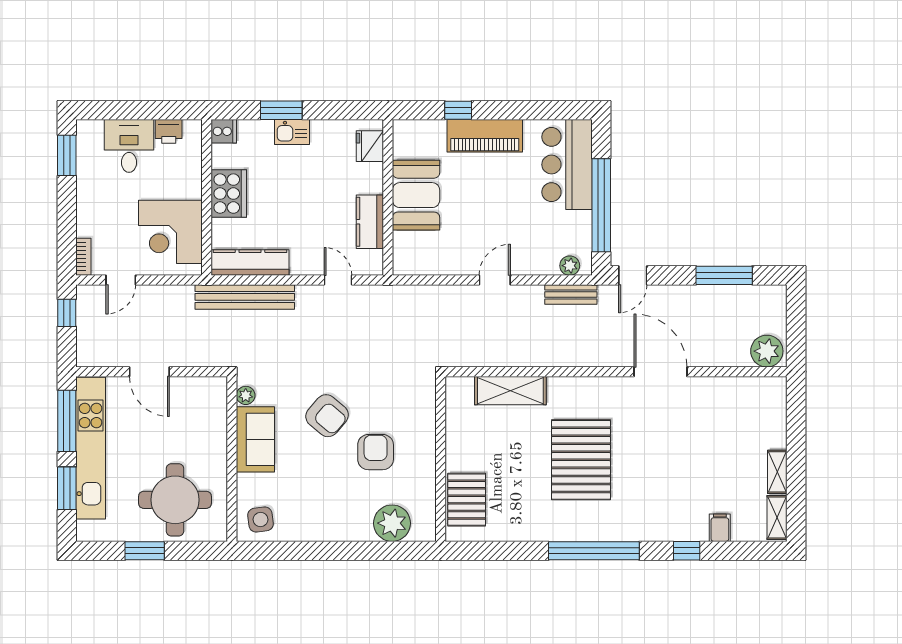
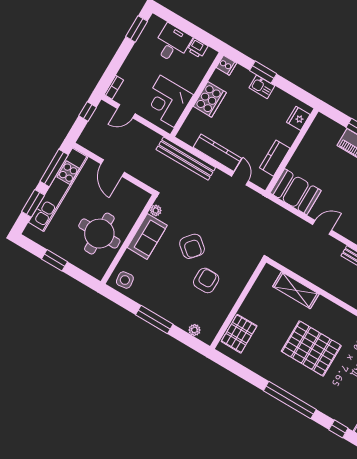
booth: (416, 195) -> (296, 192), moved, turned 90
kitchen counter: (250, 262) -> (217, 153), moved
pallet: (581, 460) -> (311, 348), turned 90
round table: (175, 500) -> (99, 234), moved
plant: (392, 523) -> (194, 330), width x0.53, depth x0.53
window: (335, 551) -> (154, 320), added

